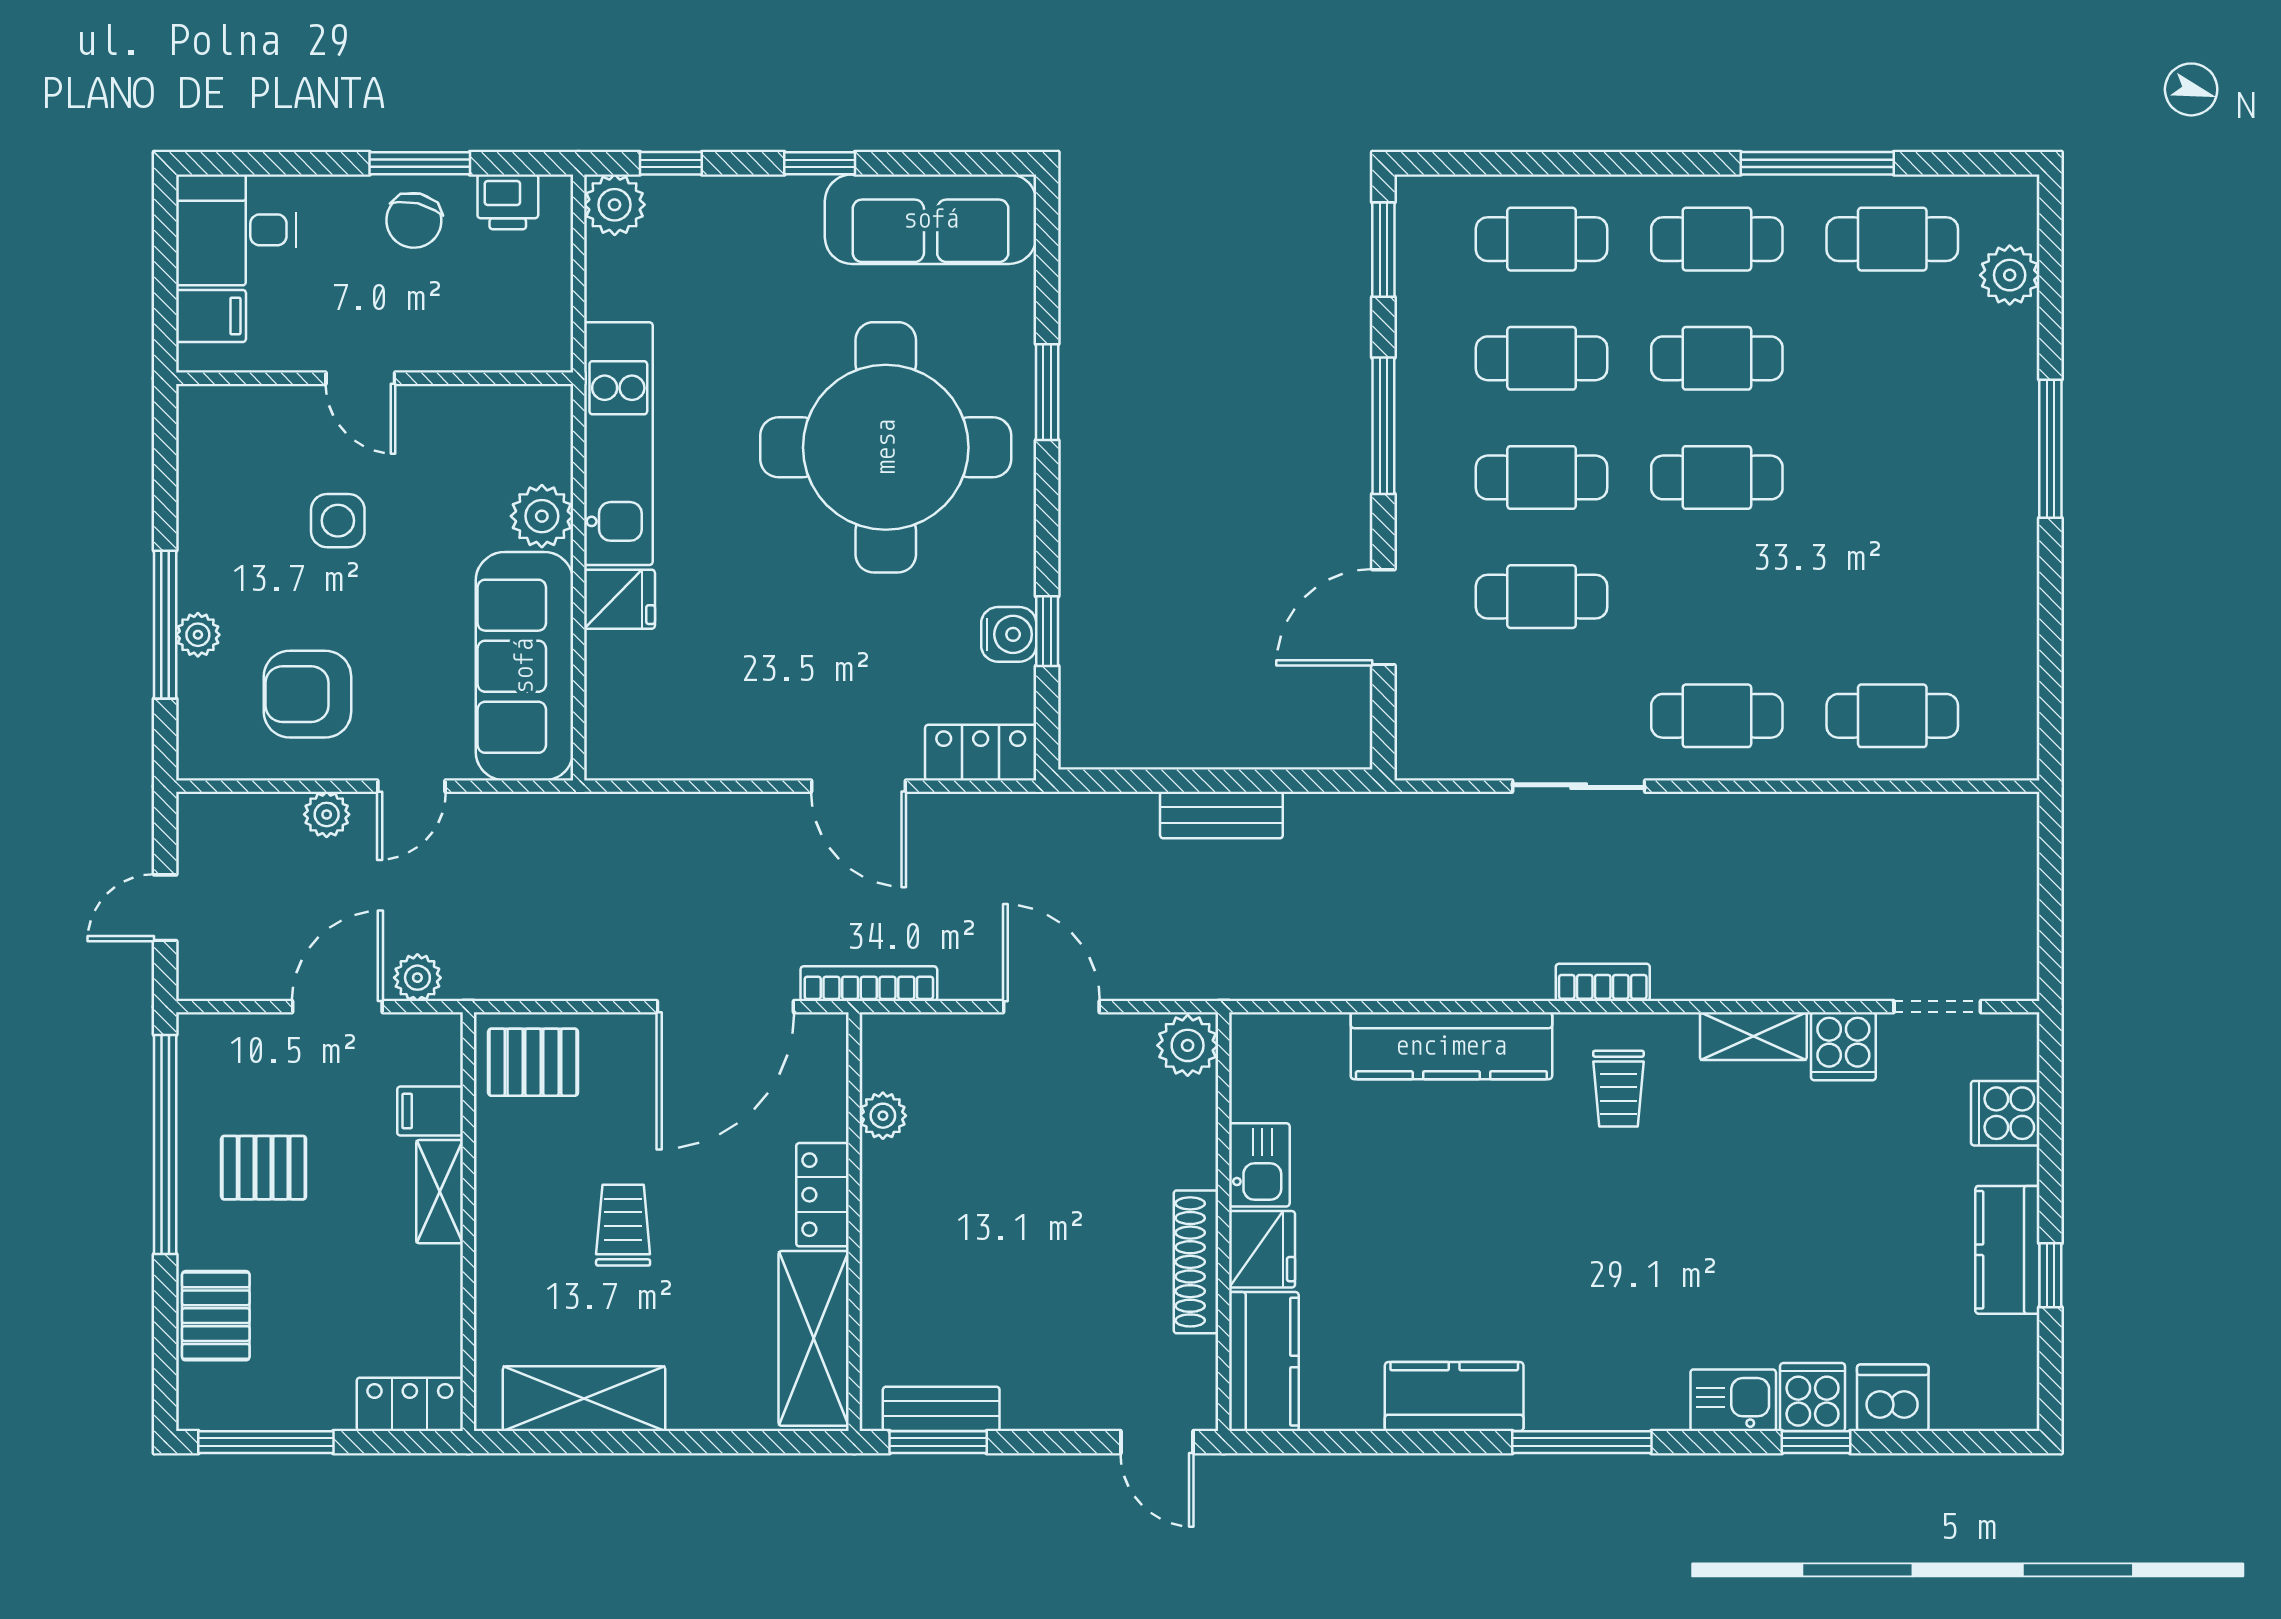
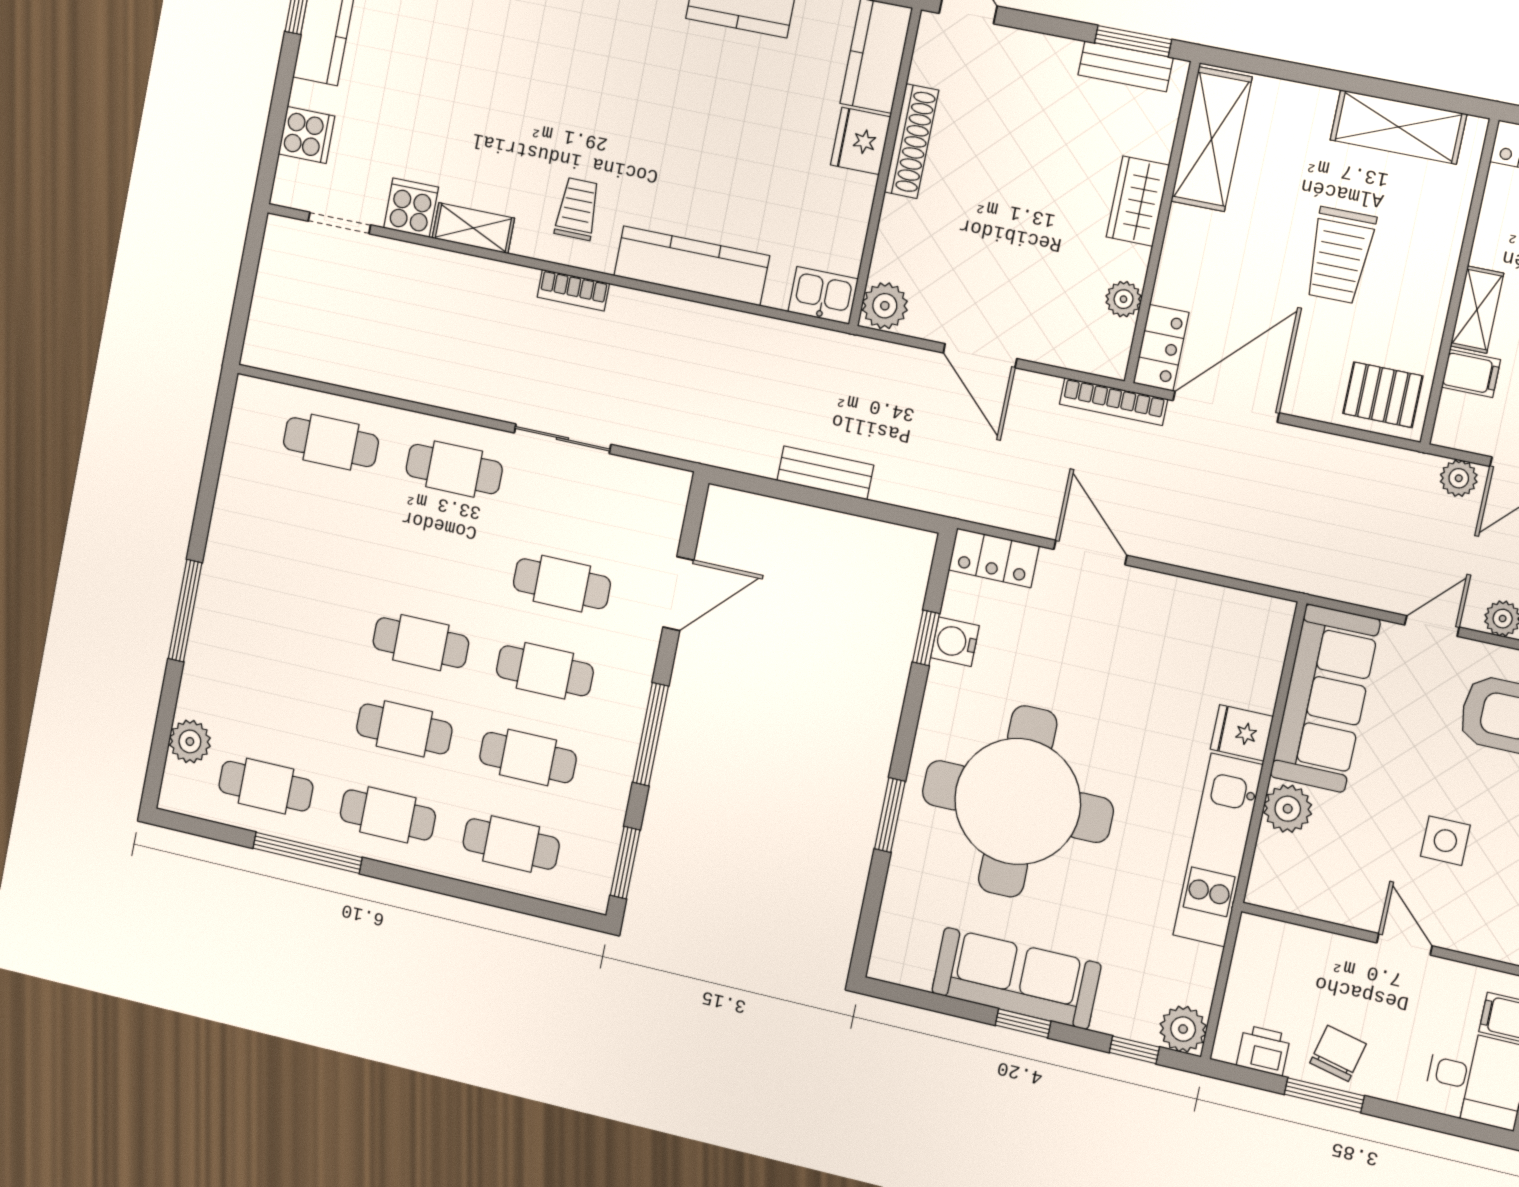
sofa: (931, 219) -> (1016, 978), moved
kitchen sink: (1259, 1165) -> (823, 295), moved, turned 90
locker: (823, 1195) -> (1161, 348), moved
trolley: (623, 1225) -> (1340, 255), width x1.36, depth x1.39
wardrobe: (890, 1243) -> (1138, 201), added

